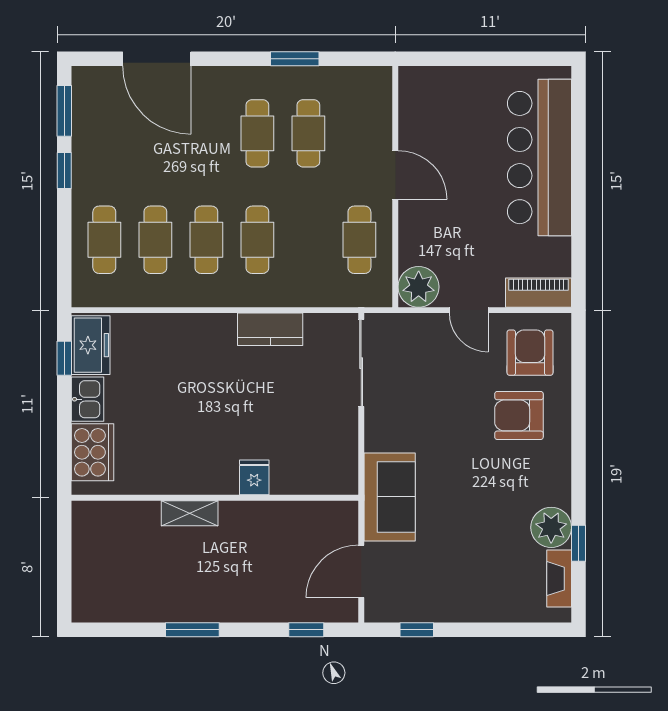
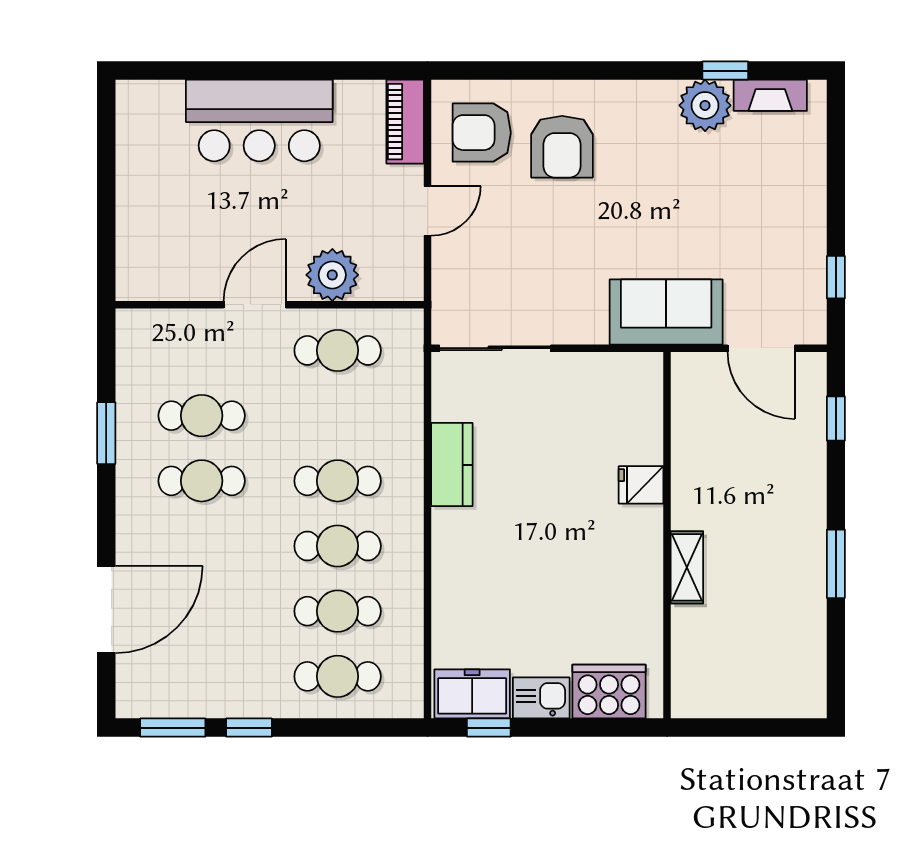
bar counter: (539, 158) -> (259, 120), width x0.73
plant: (419, 287) -> (332, 275), moved

